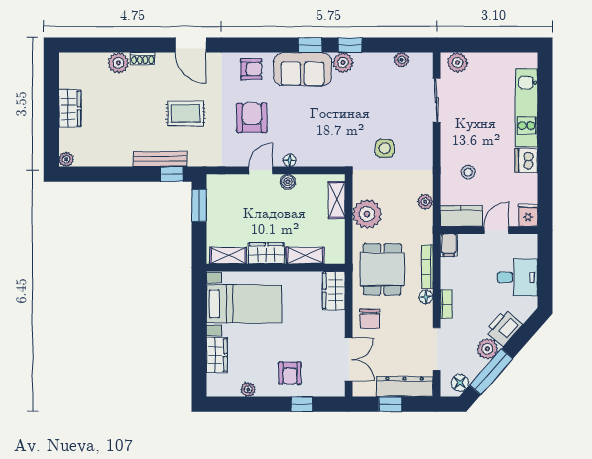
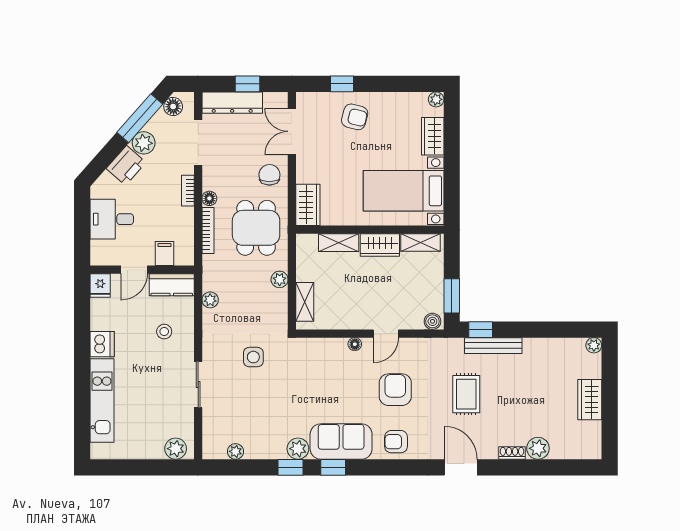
sliding door: (437, 100) -> (198, 384), moved
rug: (185, 113) -> (466, 394), turned 90
armchair: (252, 118) -> (395, 390), turned 180
boiler: (288, 182) -> (432, 321), moved
plant: (367, 214) -> (280, 279), width x0.53, depth x0.53
filing cabinet: (449, 245) -> (164, 254), moved
armchair: (290, 373) -> (355, 117), turned 104
plant: (248, 389) -> (436, 99), moved

